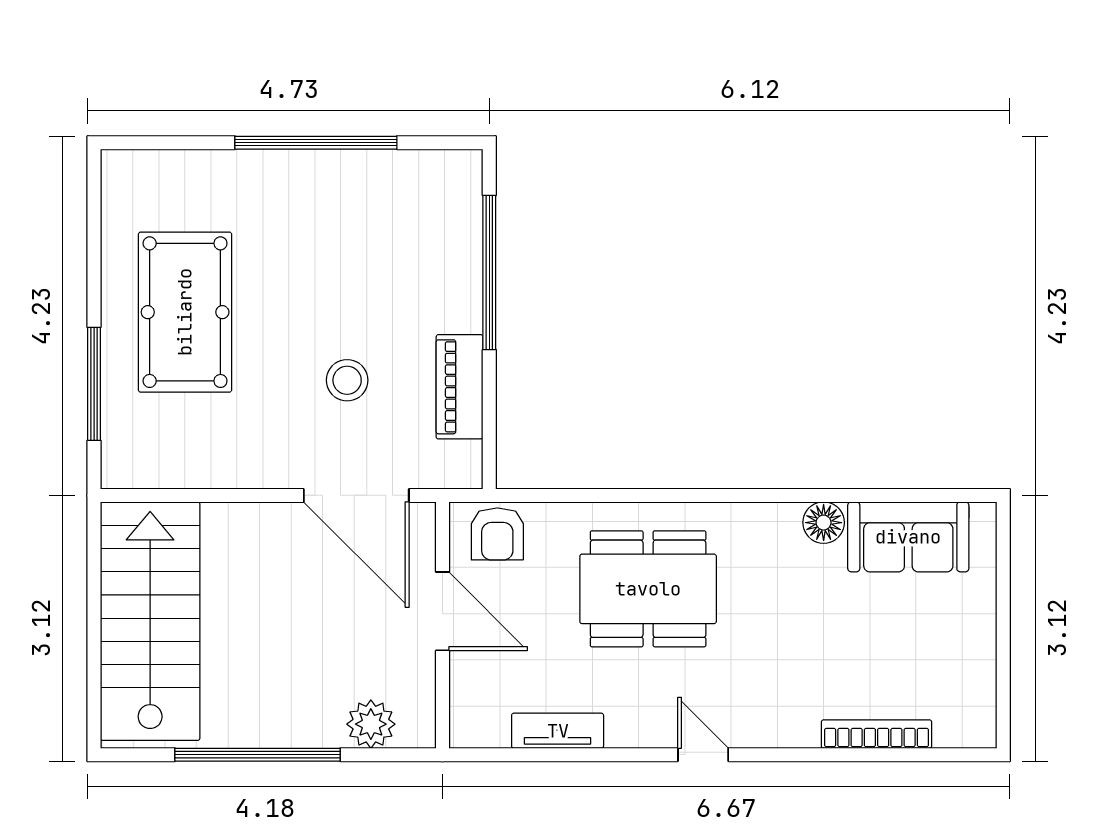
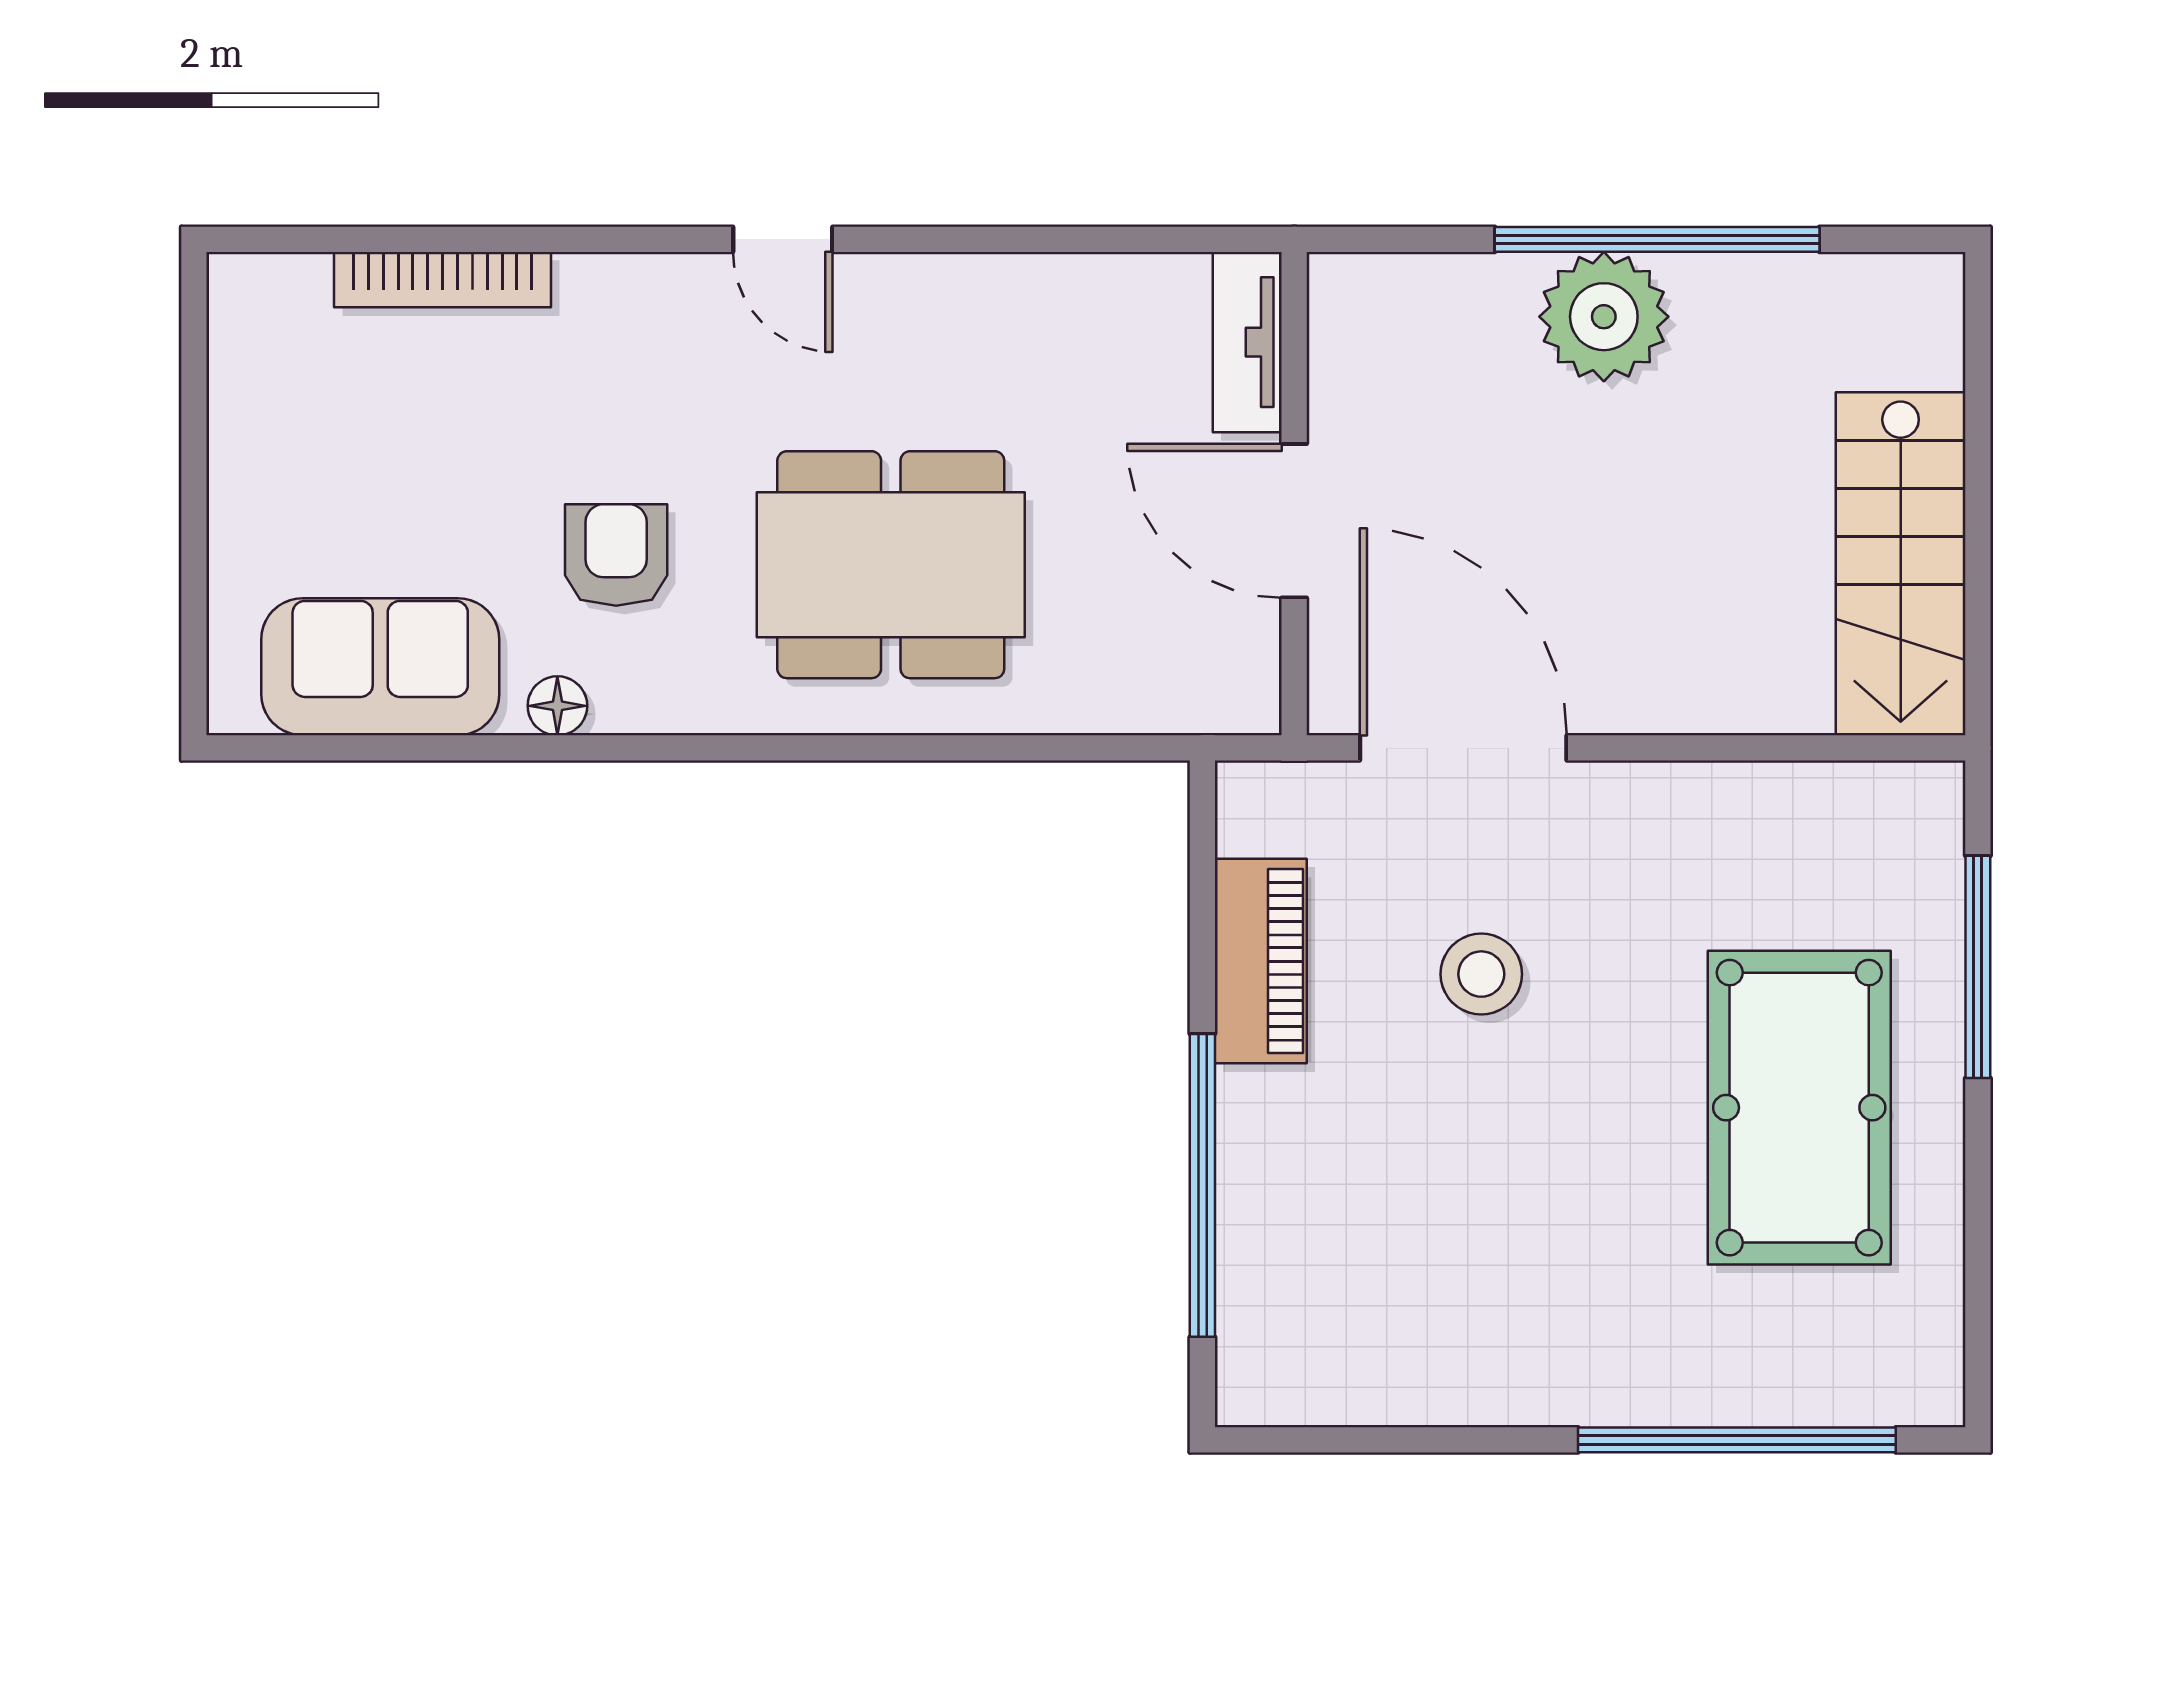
window: (316, 143) -> (1737, 1440), moved
floor lamp: (824, 523) -> (557, 706), width x0.73, depth x0.73
armchair: (497, 534) -> (616, 555), moved
stairs: (150, 621) -> (1901, 564), width x0.73, depth x0.66
plant: (371, 724) -> (1604, 317), moved, width x1.36, depth x1.36
tv unit: (558, 731) -> (1247, 342), moved, turned 90

